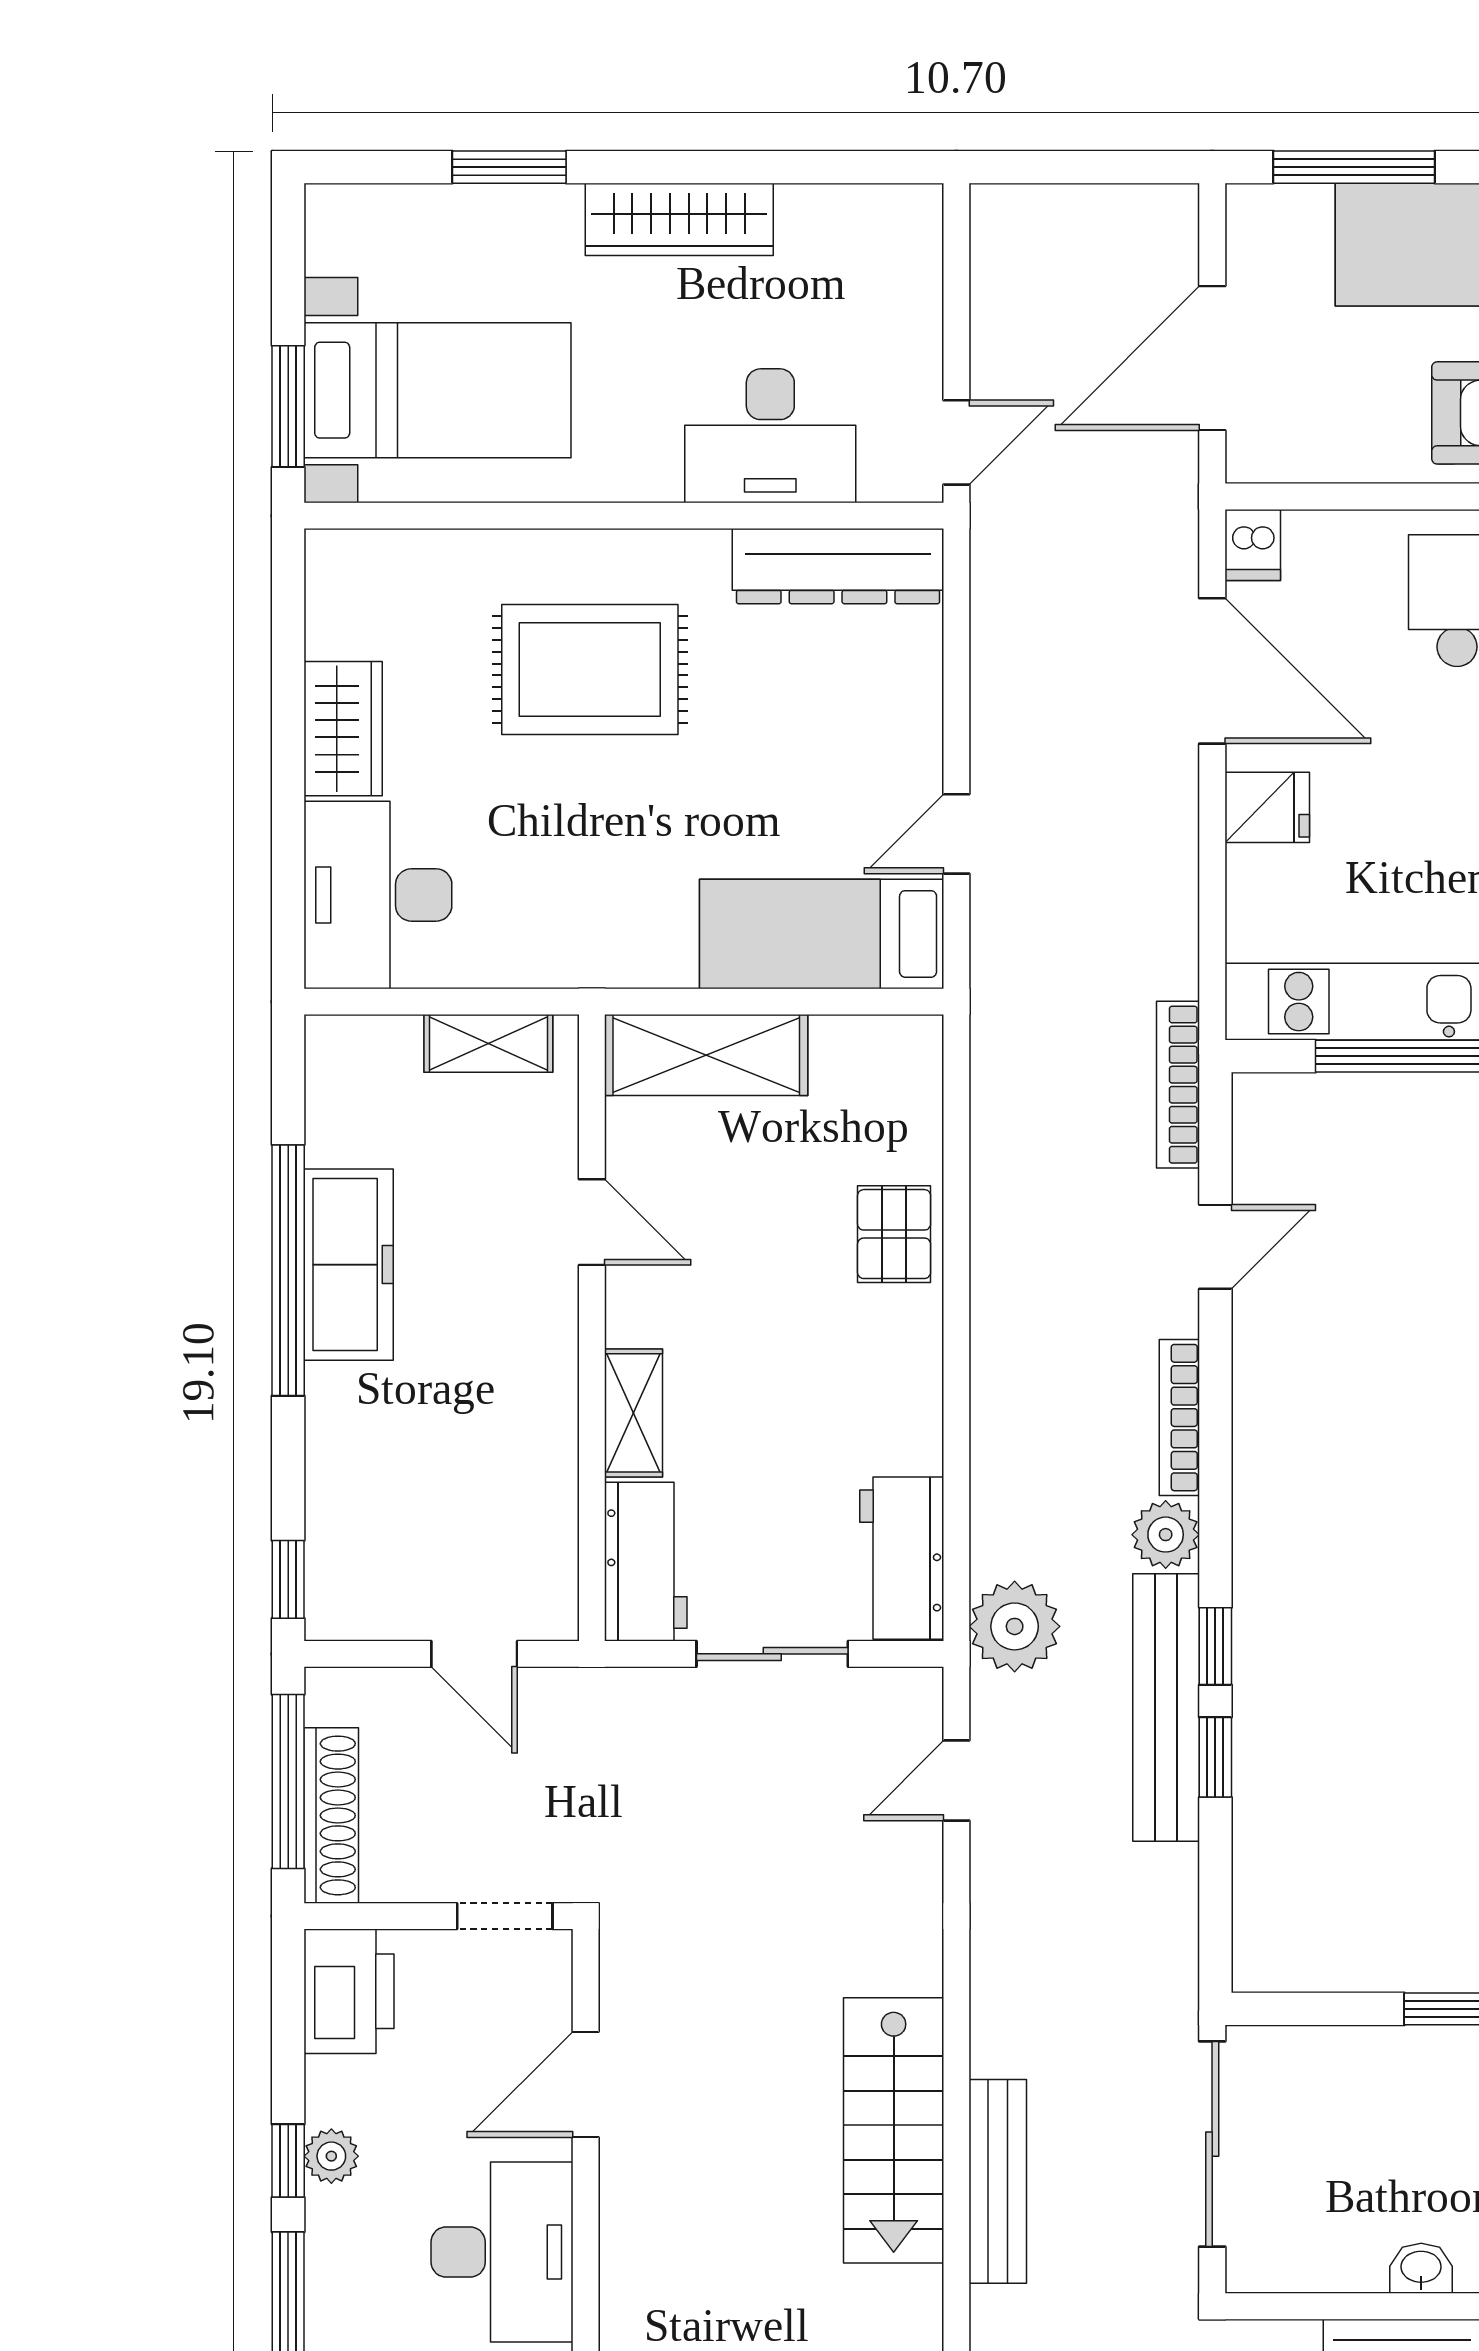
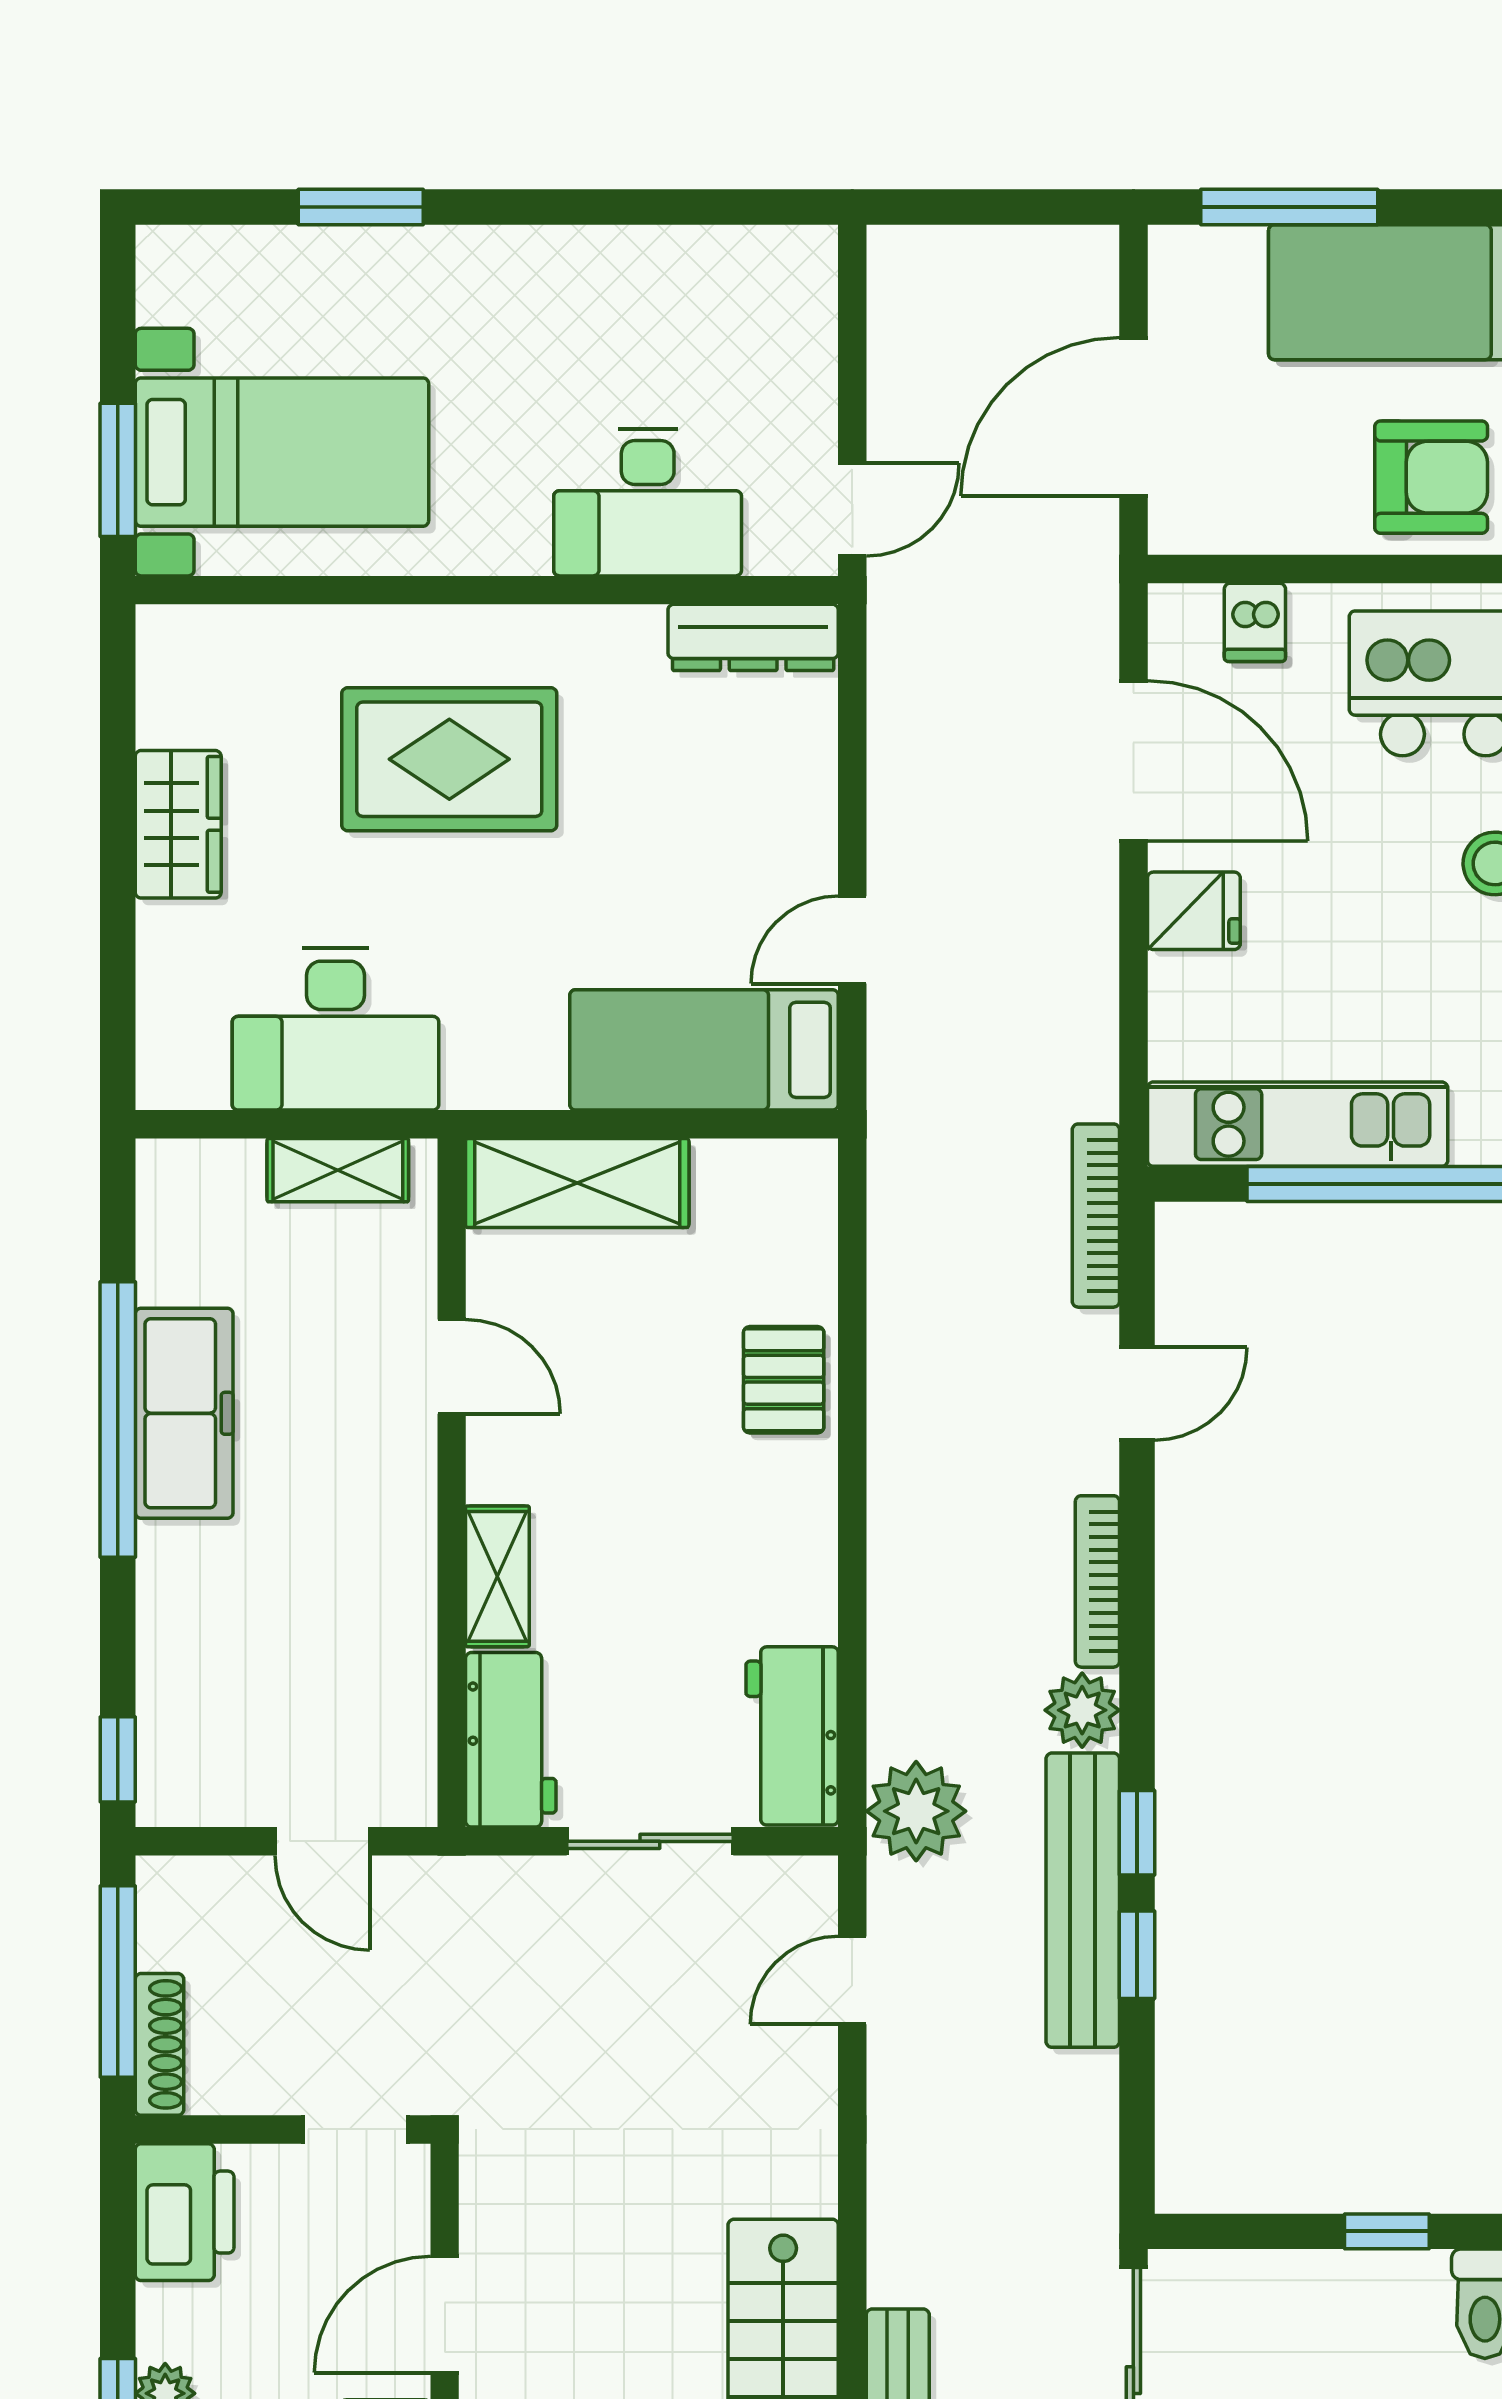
wardrobe: (679, 219) -> (548, 264), removed
dishwasher: (1253, 545) -> (1255, 622), moved
dresser: (838, 566) -> (753, 637), width x0.73, depth x0.80
desk: (378, 895) -> (336, 1029), moved, turned -90
shoe rack: (331, 1815) -> (159, 2044), width x0.74, depth x0.81

